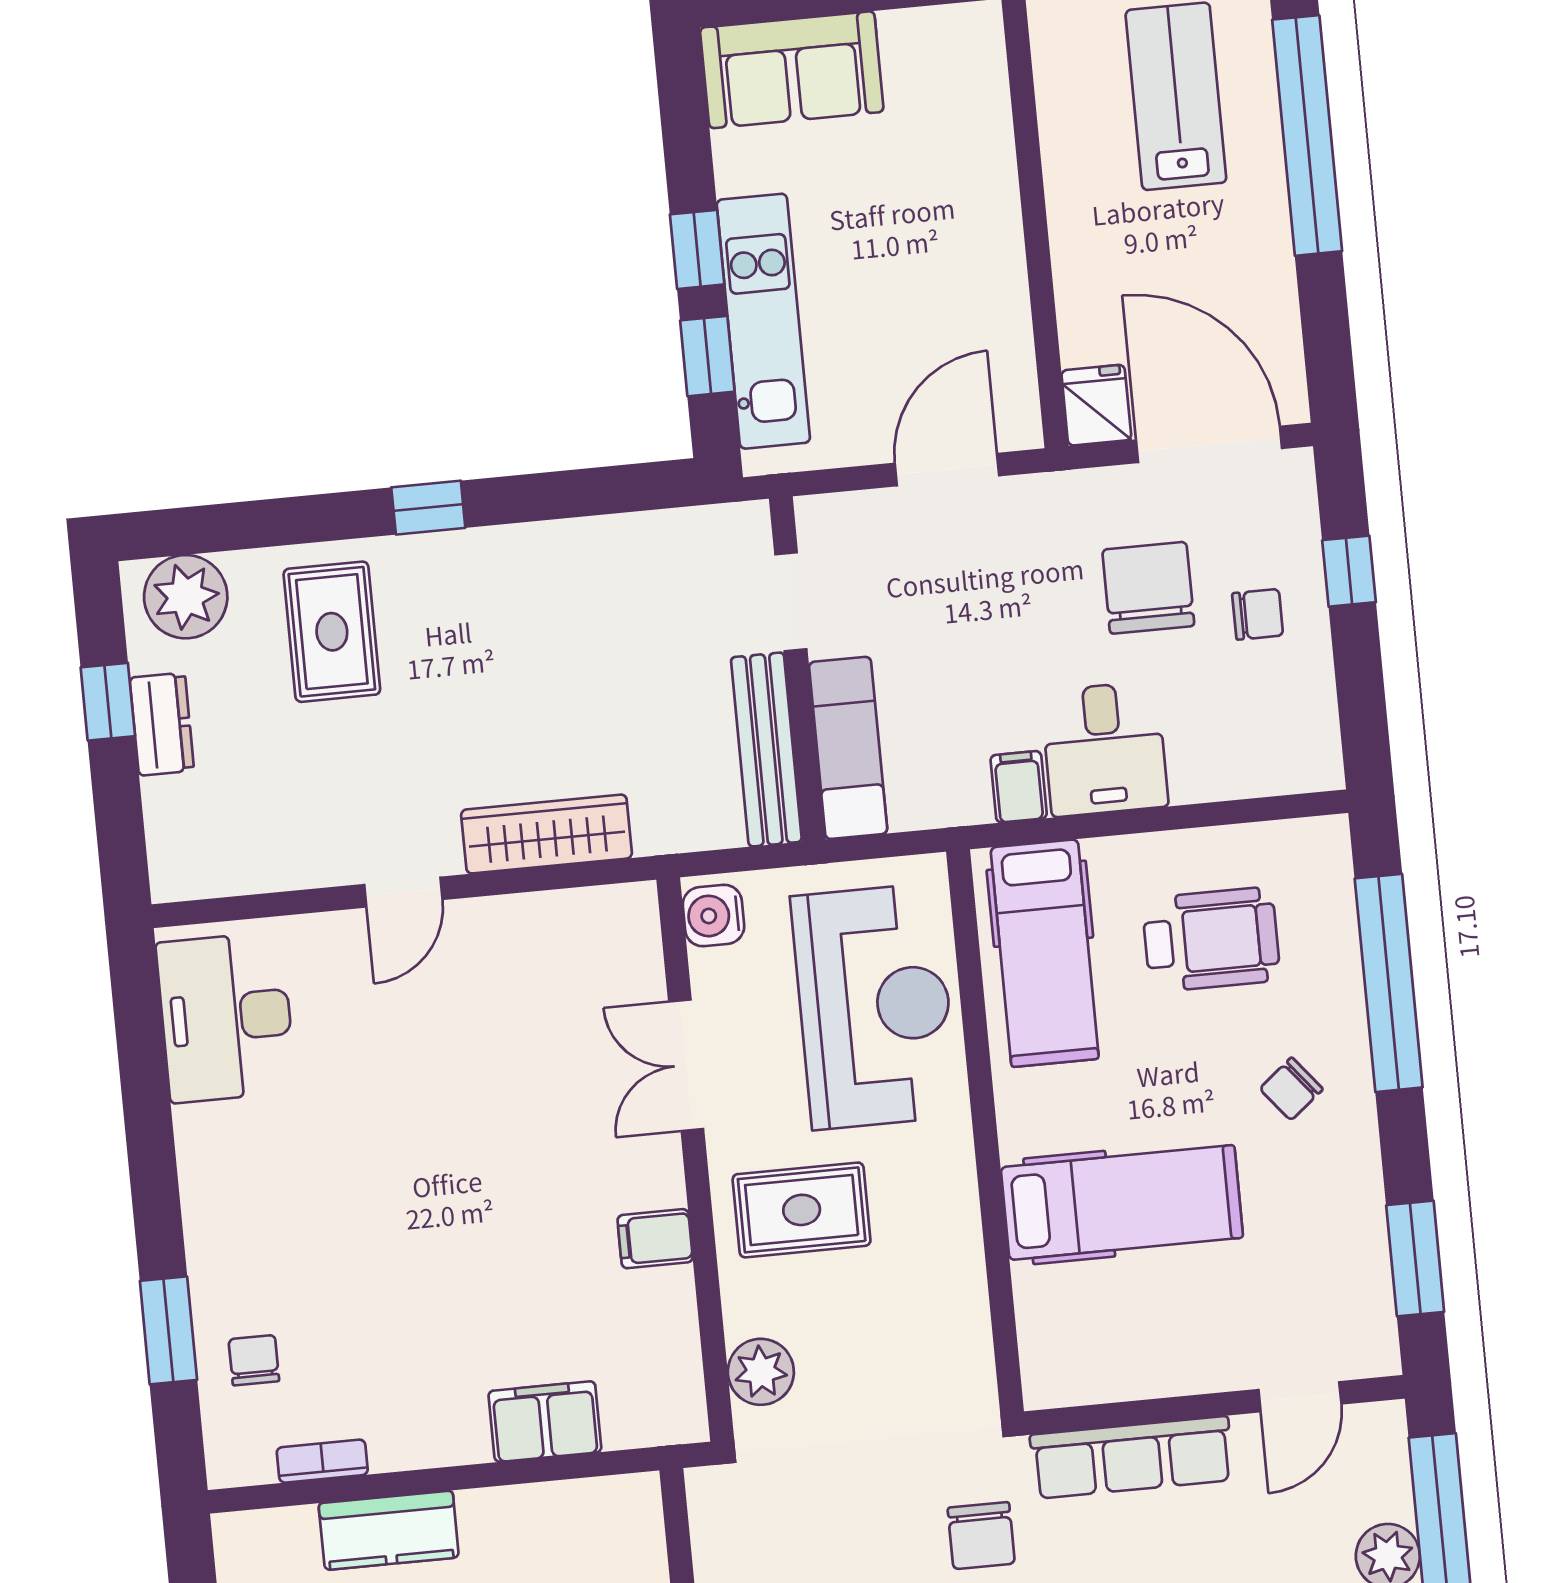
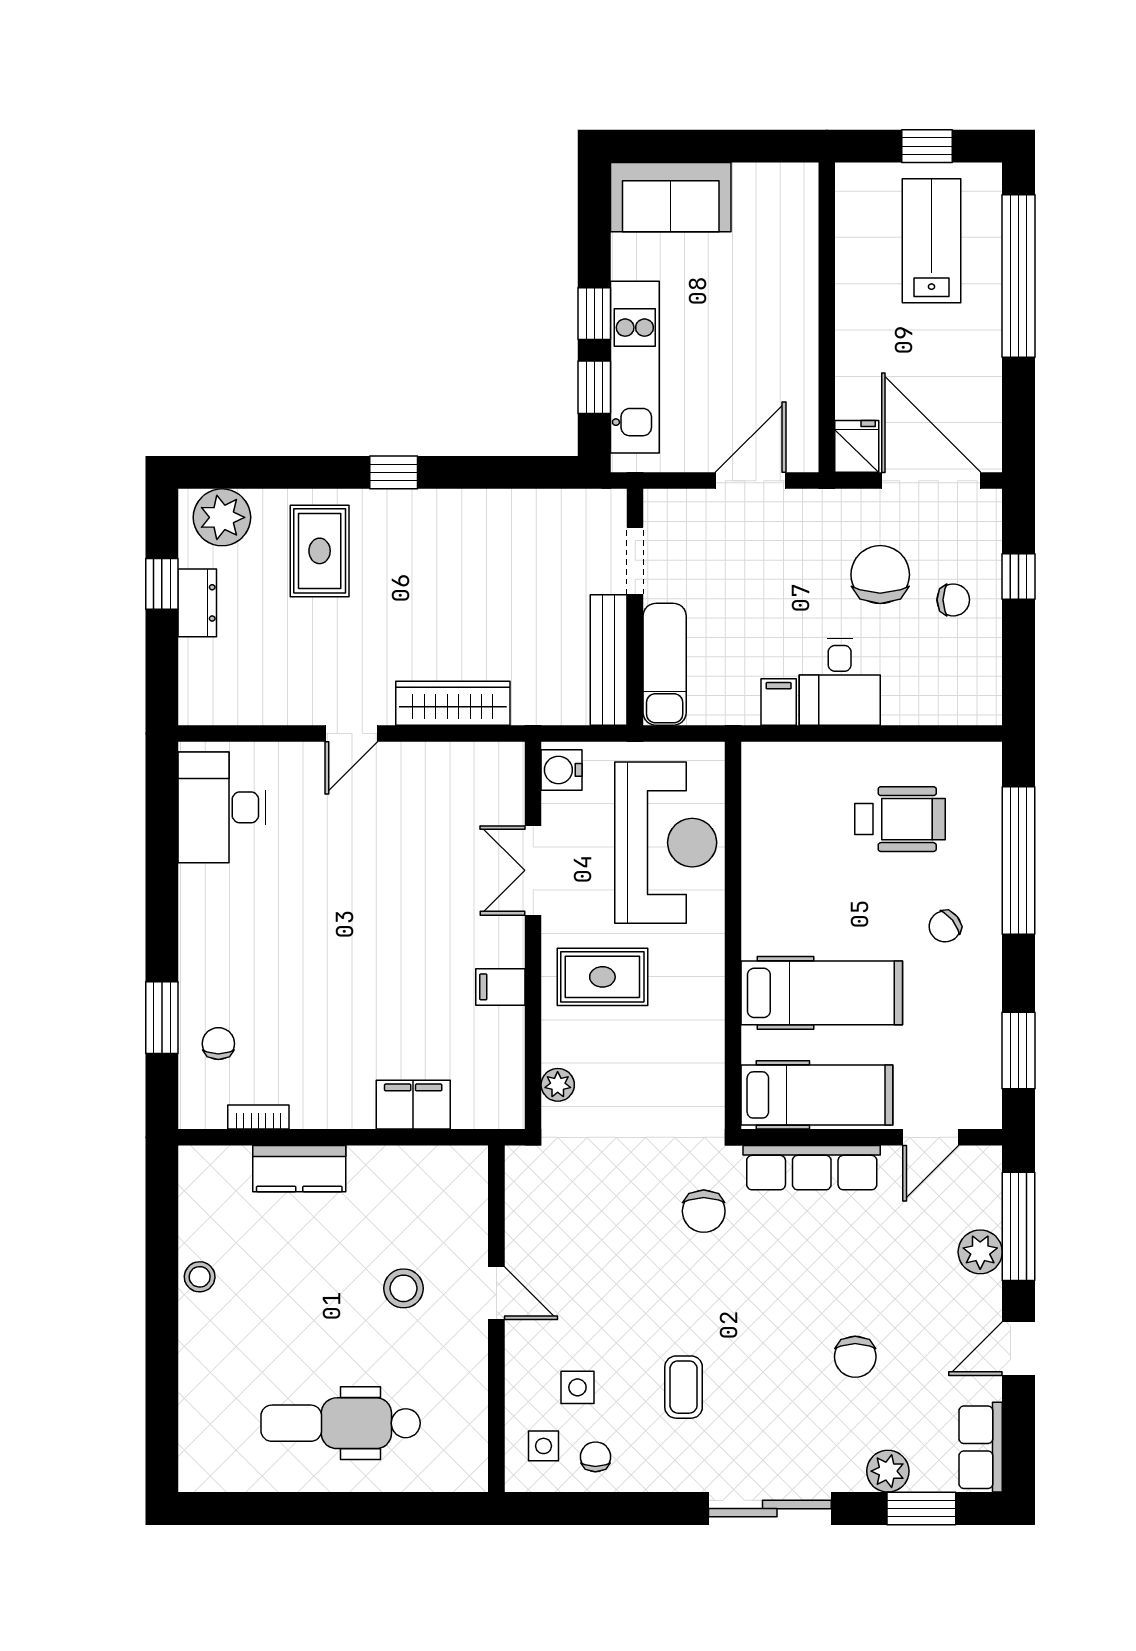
hospital bed: (1045, 953) -> (817, 1095), moved, turned -90
plant: (761, 1372) -> (558, 1085), width x0.73, depth x0.73

